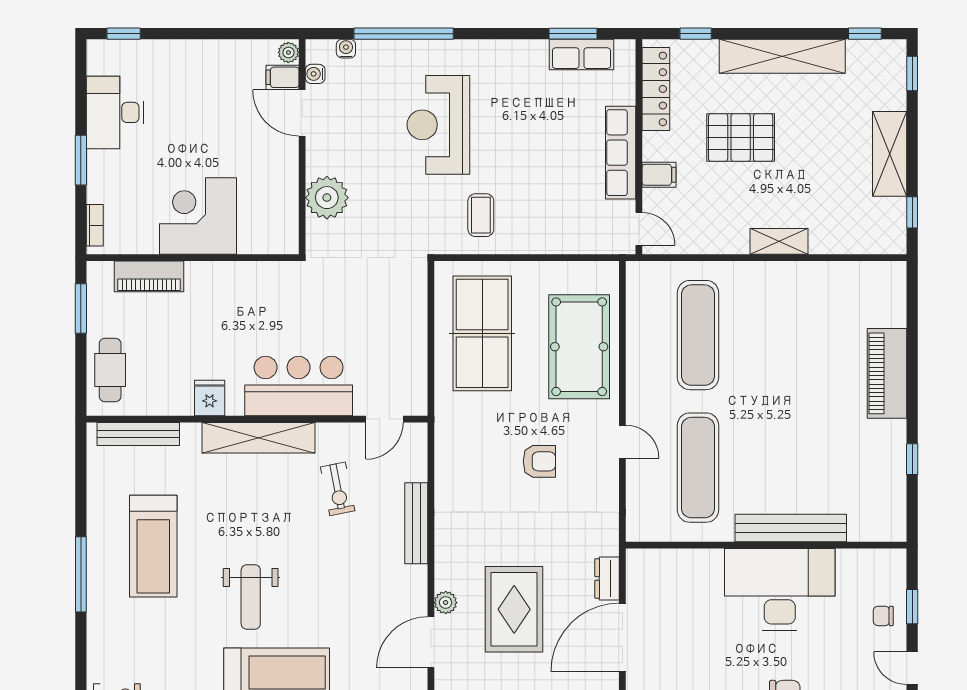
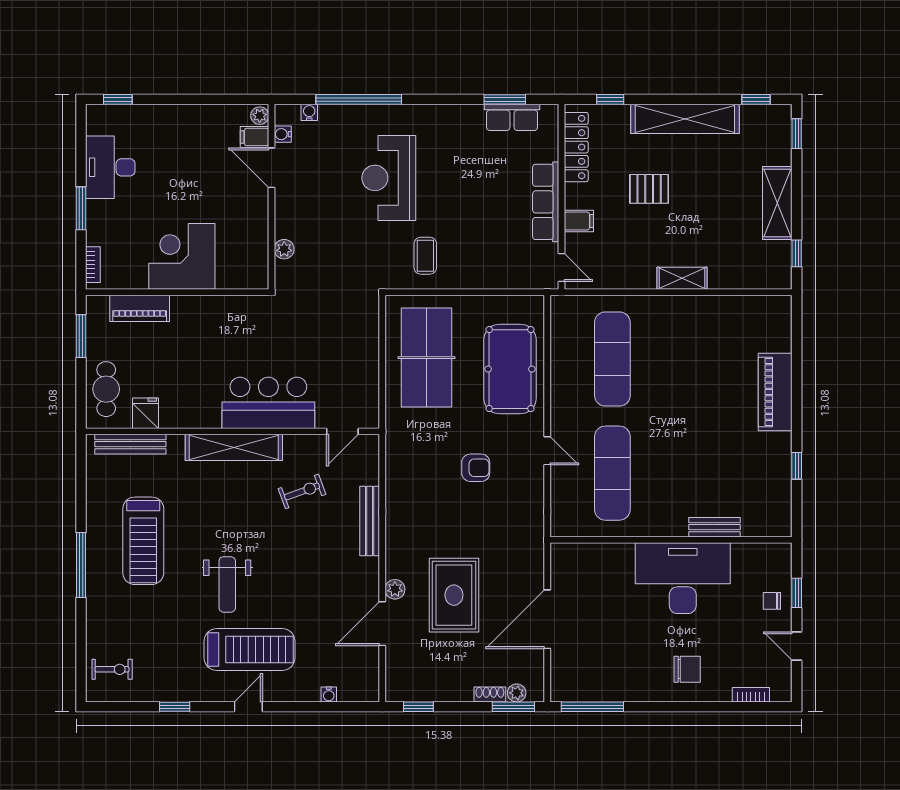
pallet: (741, 138) -> (649, 189), width x0.67, depth x0.71
plant: (327, 198) -> (284, 249), width x0.53, depth x0.53
fridge: (210, 398) -> (146, 413), moved
exercise bike: (338, 489) -> (302, 491), turned -99
bench: (791, 528) -> (714, 527), width x0.54, depth x0.82
dresser: (607, 578) -> (534, 569), removed

